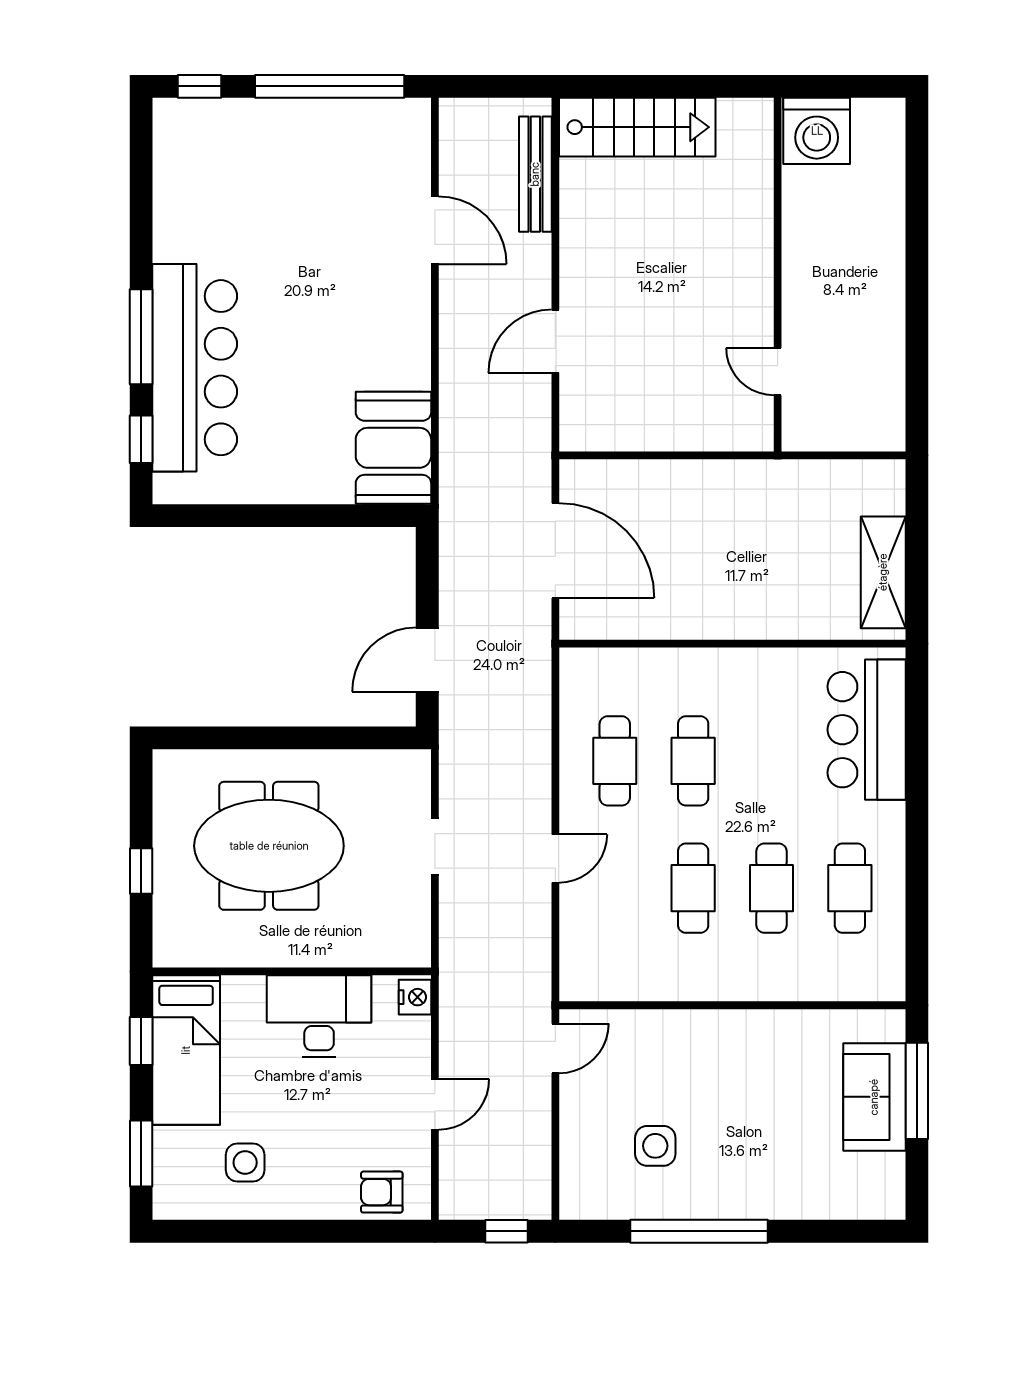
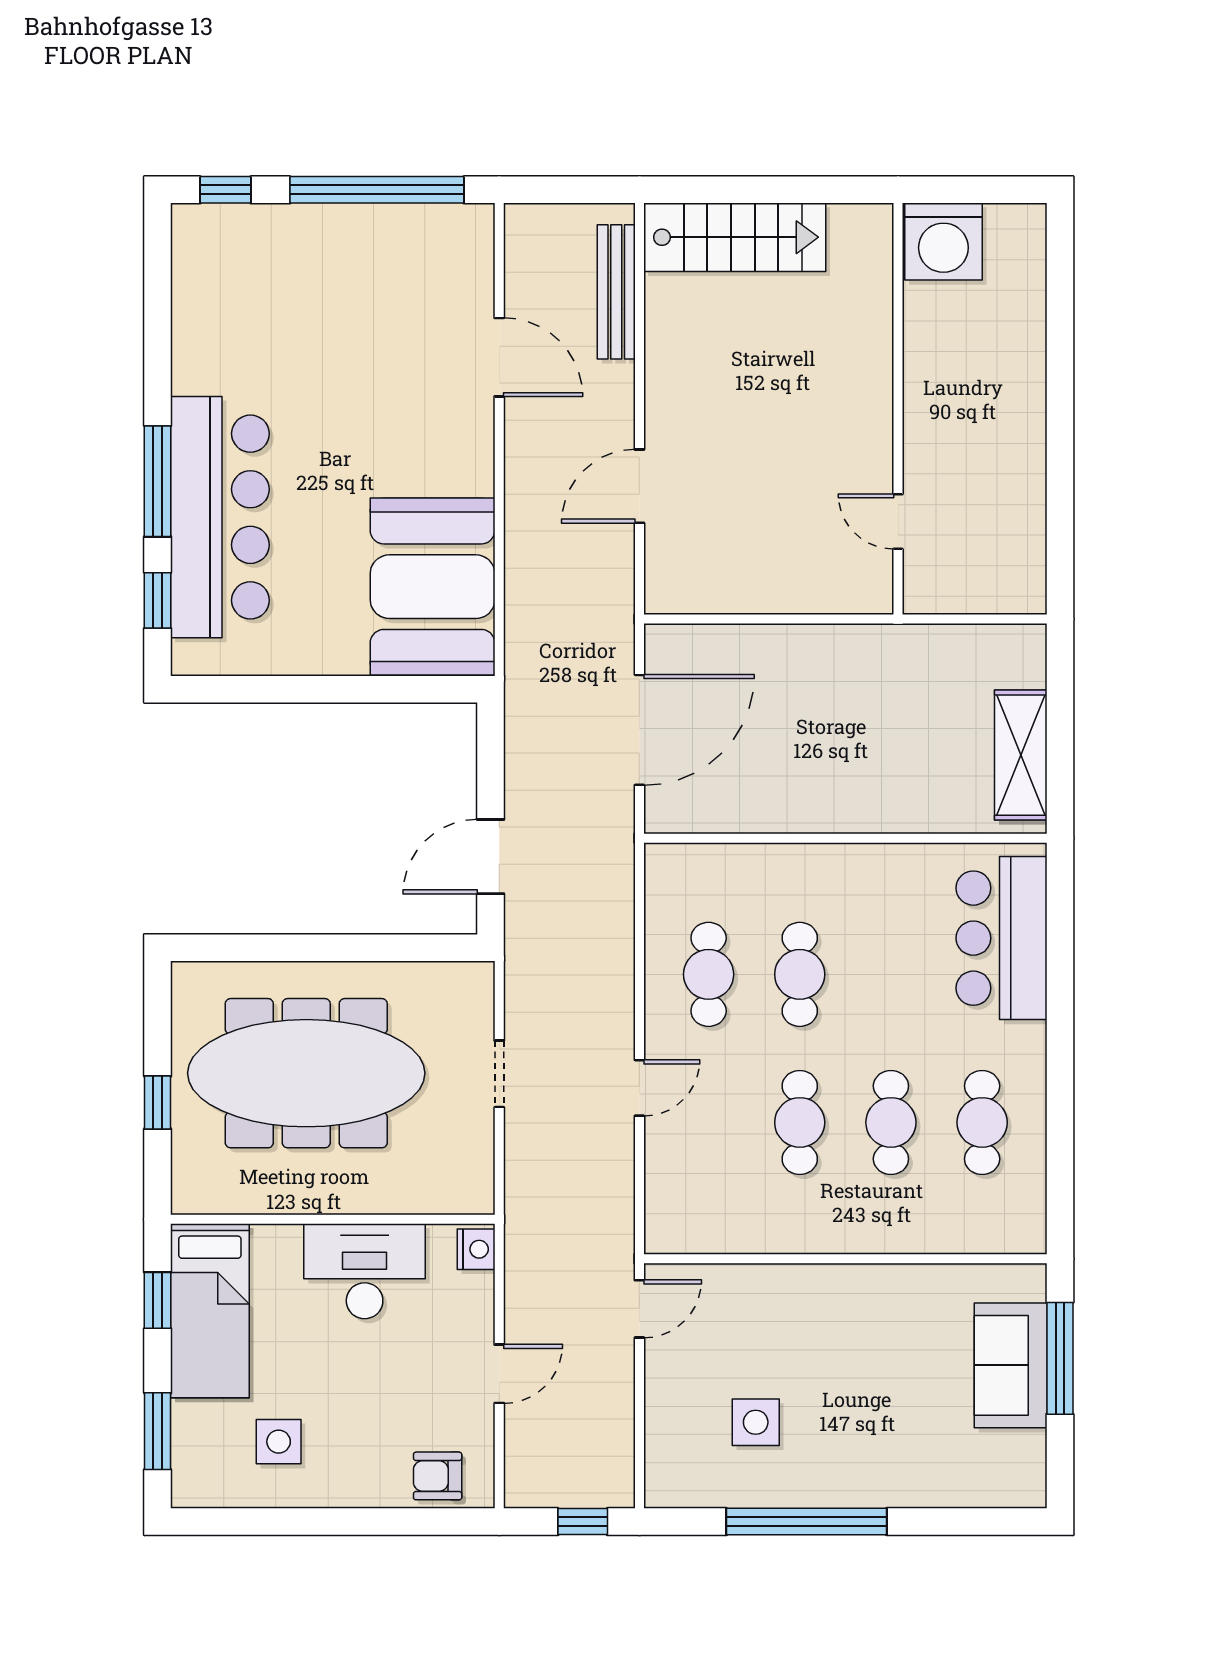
booth: (393, 448) -> (433, 587), width x1.36, depth x1.42
door: (555, 551) -> (639, 730), hinge flipped
meeting table: (269, 846) -> (306, 1073), width x1.36

